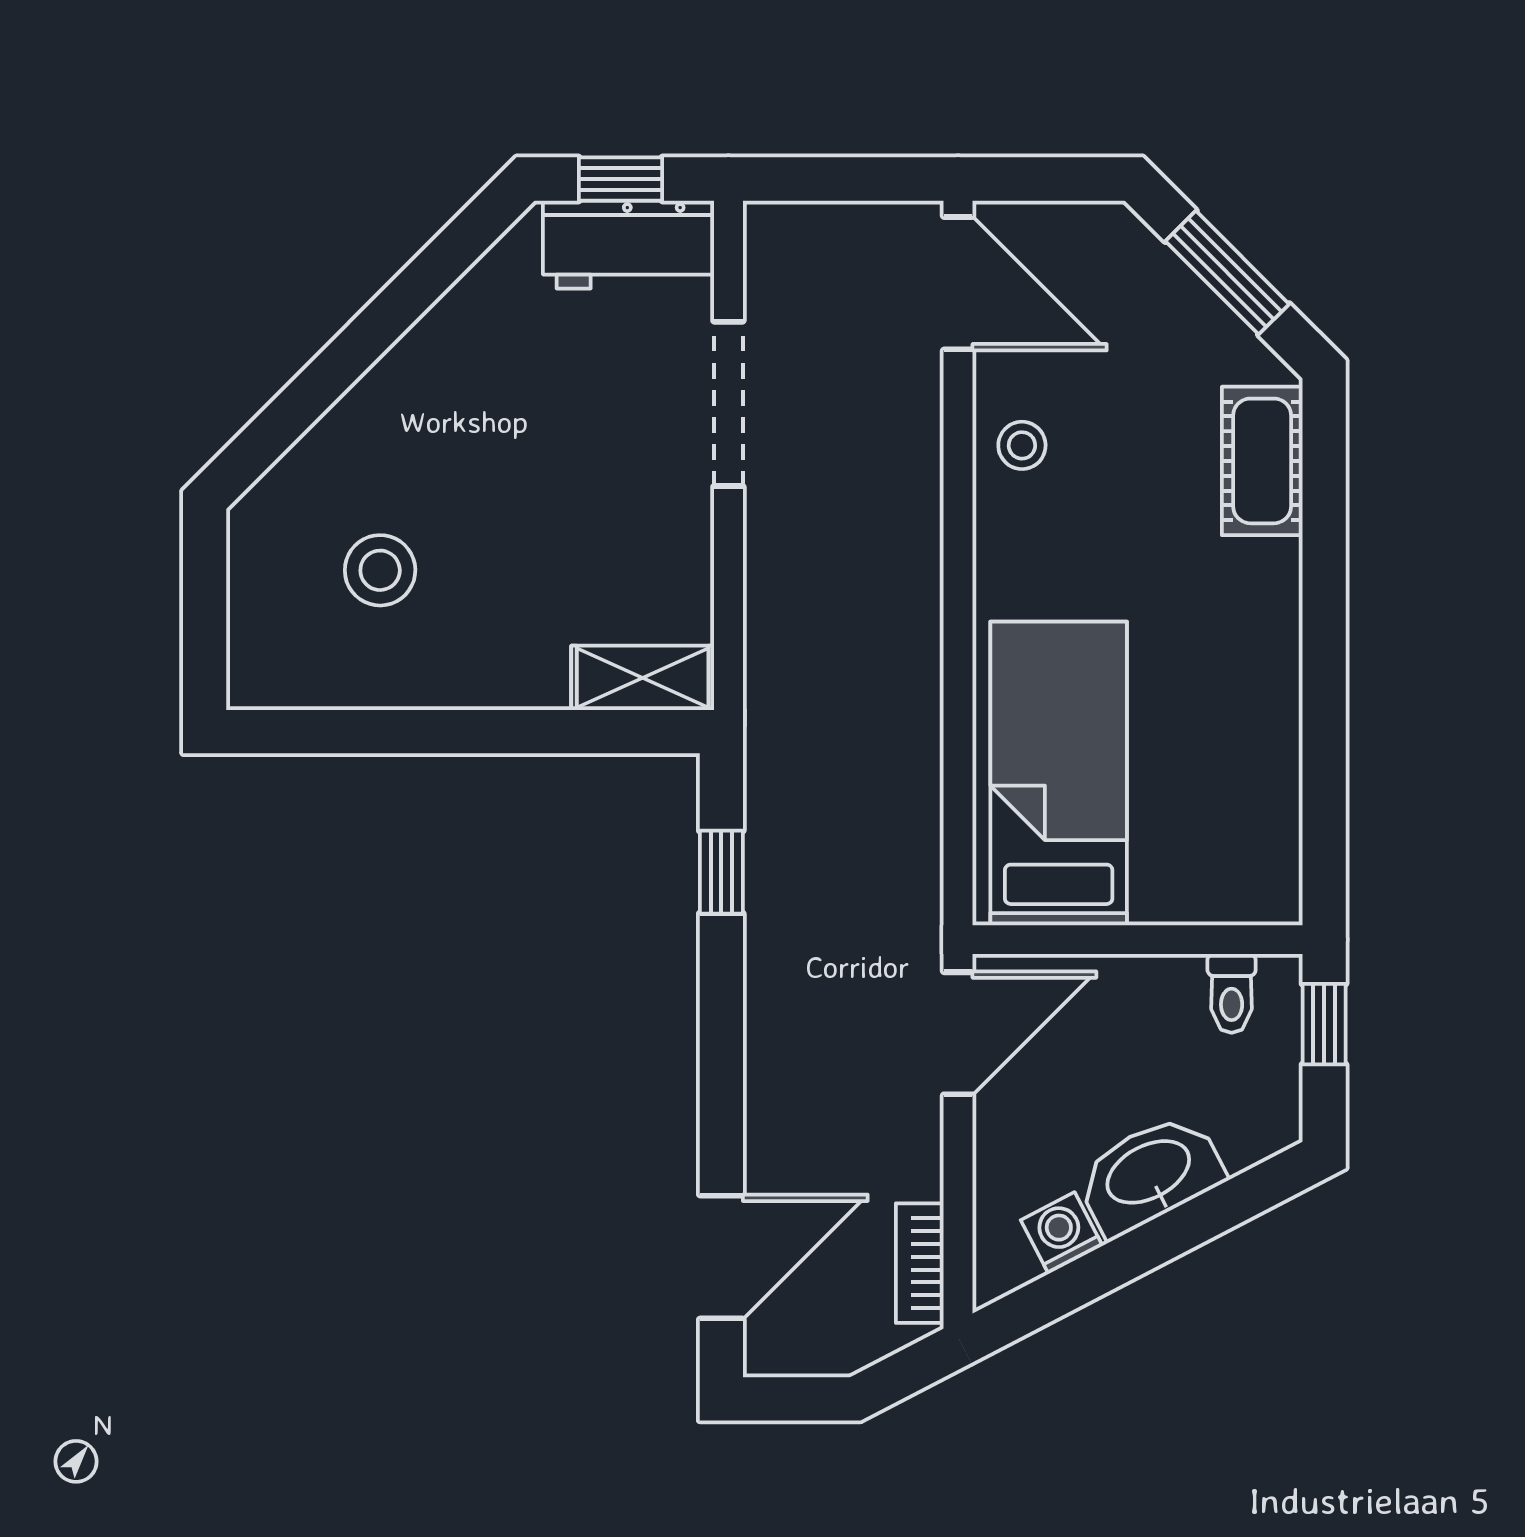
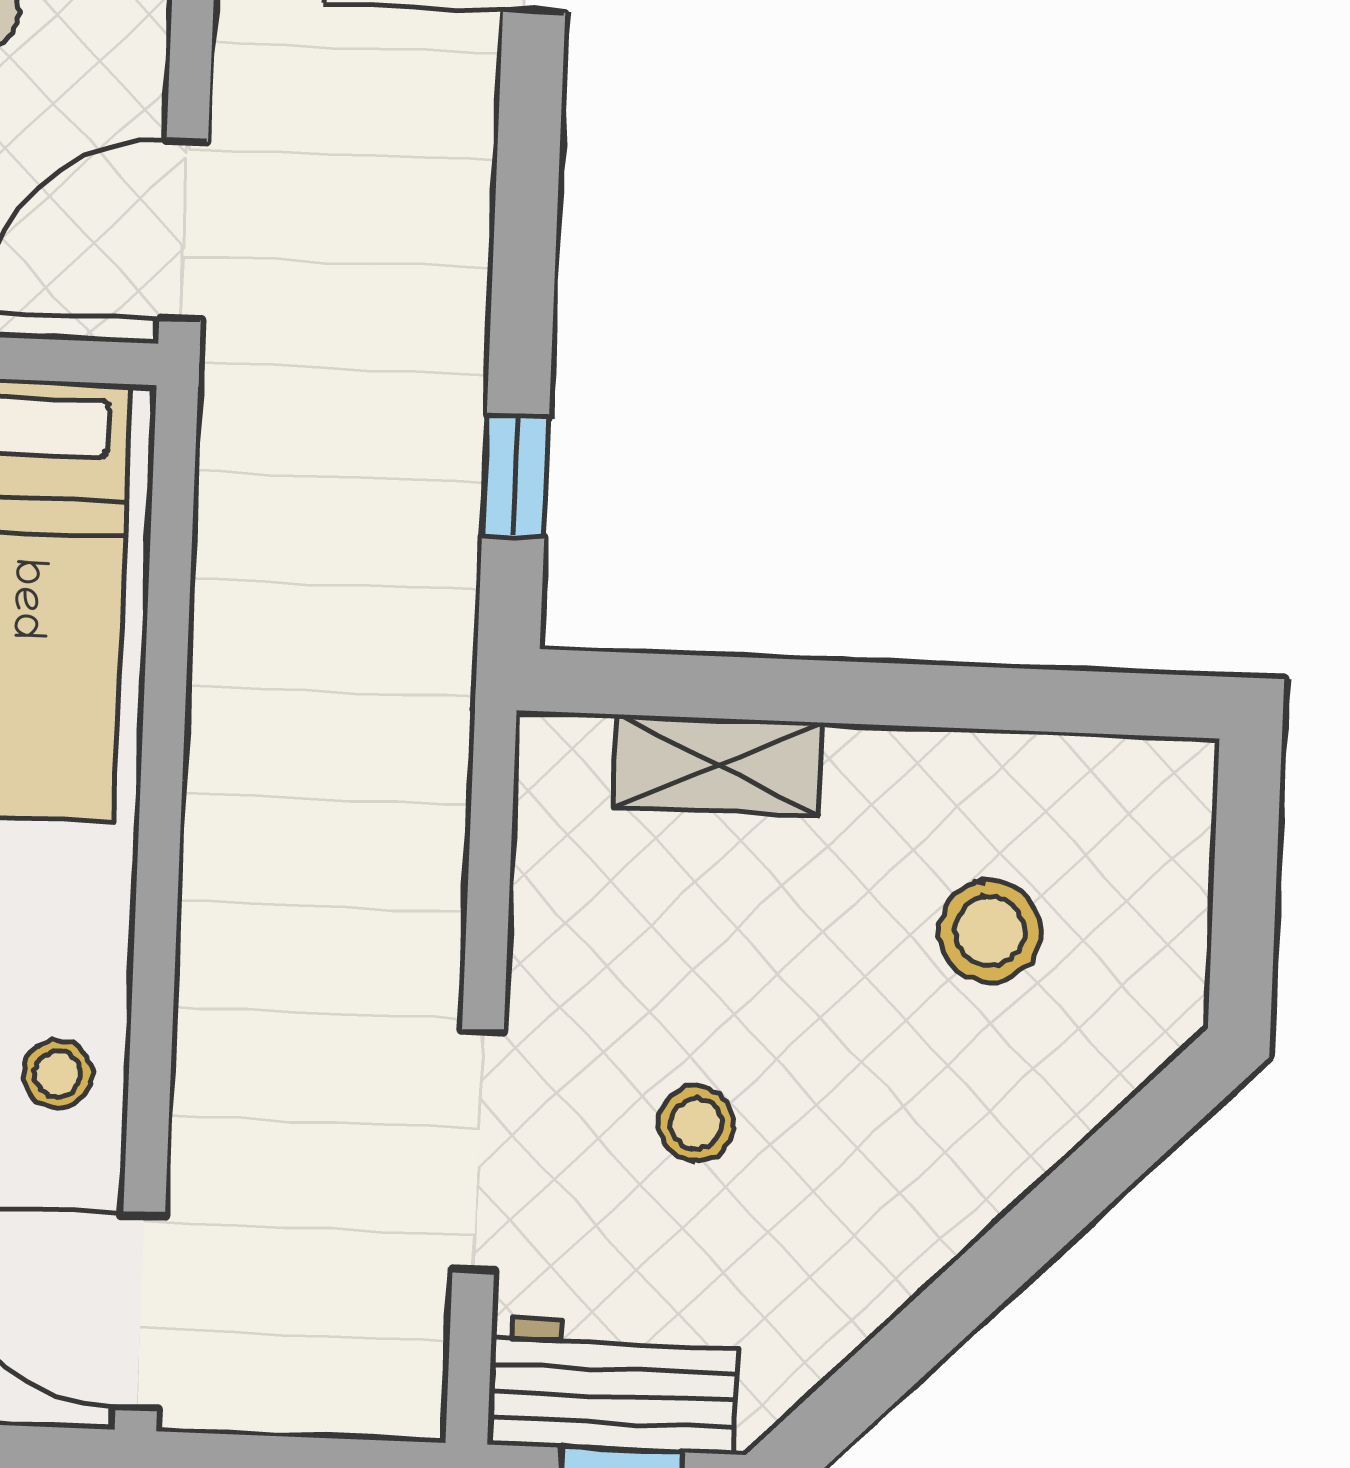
stool: (578, 429) -> (696, 1124), added
shelving: (643, 678) -> (718, 765), moved

